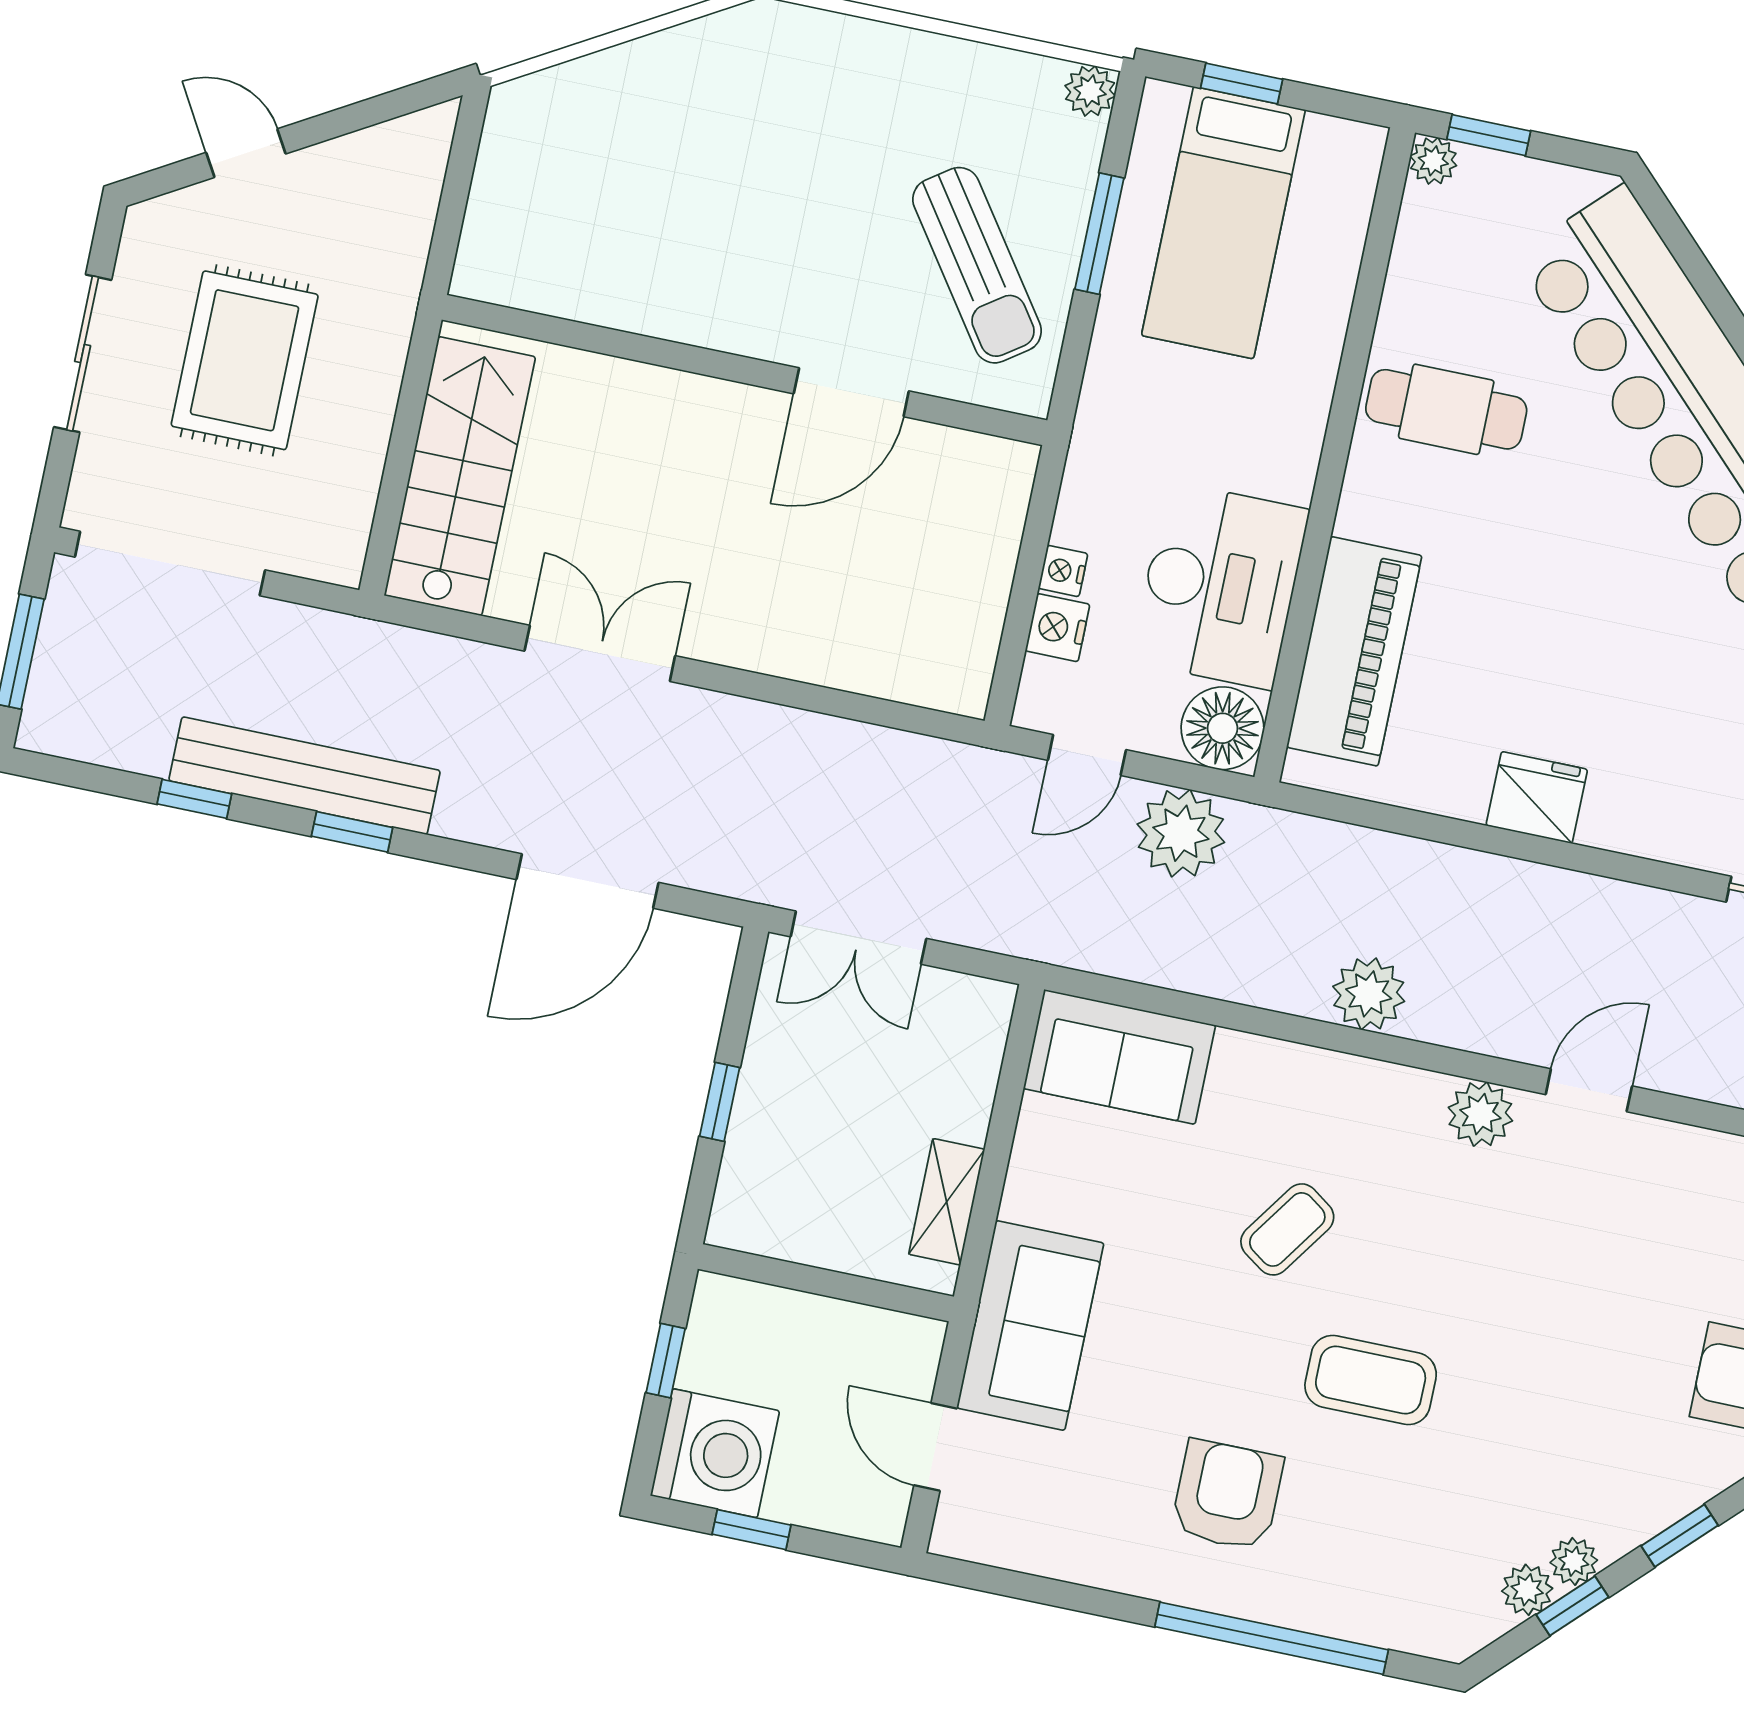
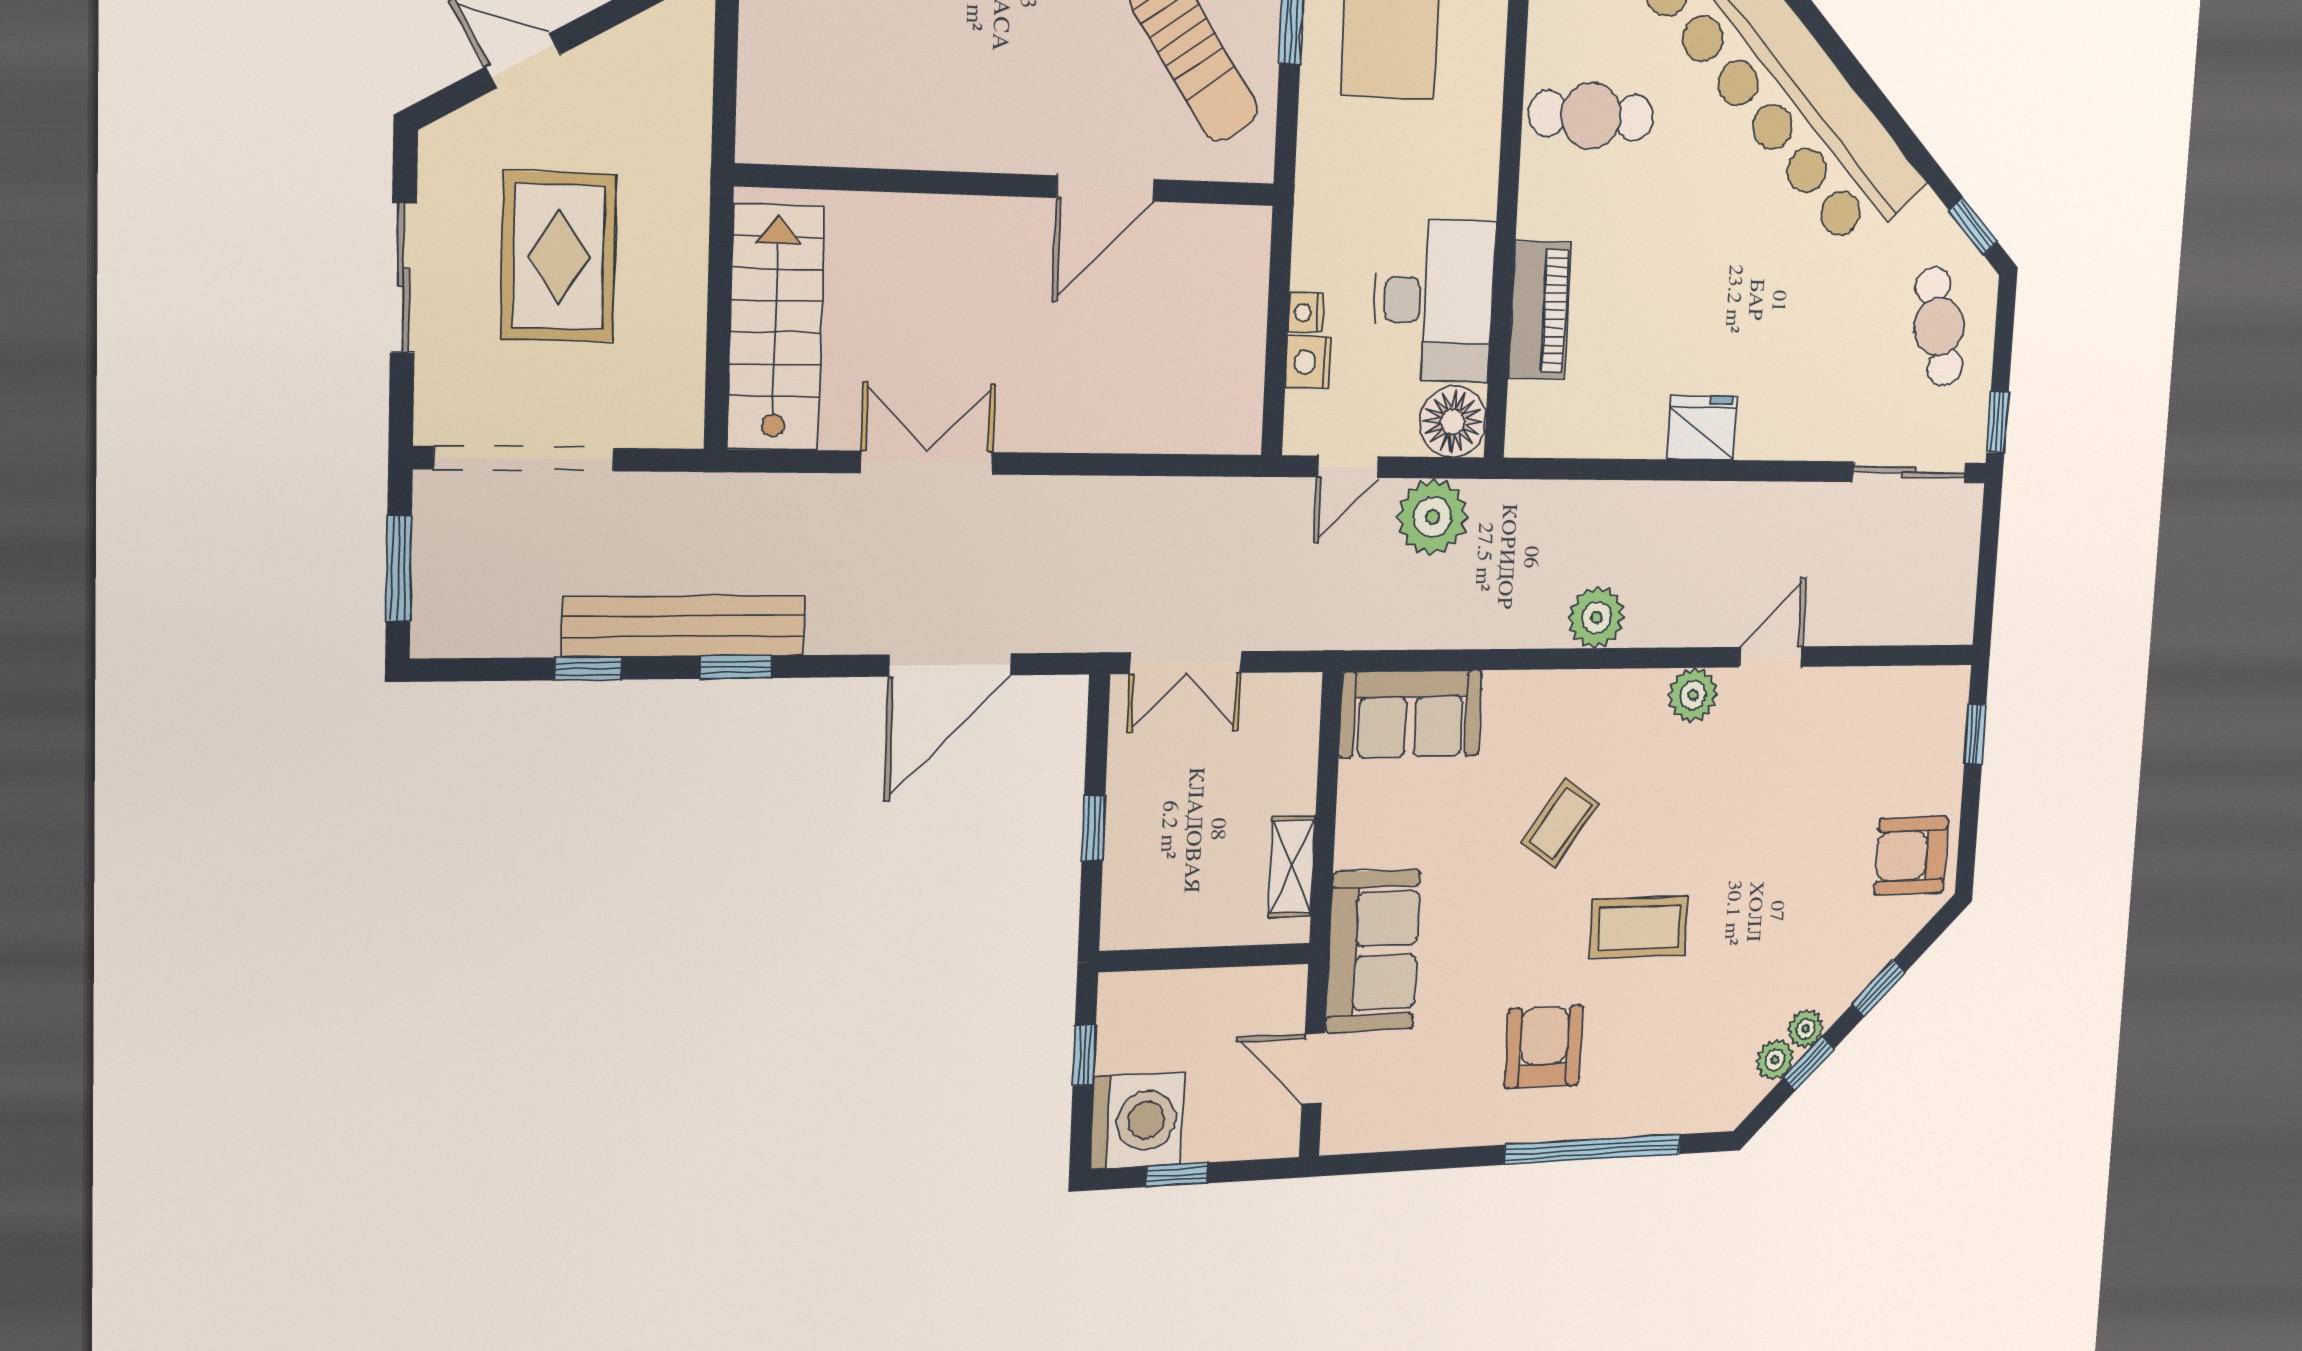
piano: (1354, 651) -> (1539, 310), width x0.73, depth x0.75

